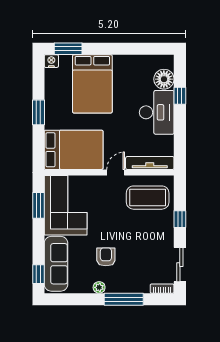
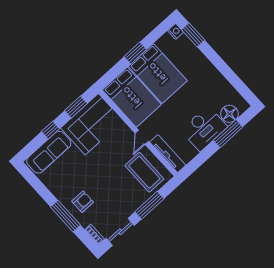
bed: (92, 84) -> (158, 73), moved, turned -90
window: (180, 96) -> (228, 134), width x2.17
door: (116, 172) -> (142, 137), swing flipped
window: (180, 219) -> (149, 205), width x2.17
armchair: (106, 257) -> (83, 202), moved
window: (38, 274) -> (50, 130), moved
plant: (99, 287) -> (59, 193), removed

